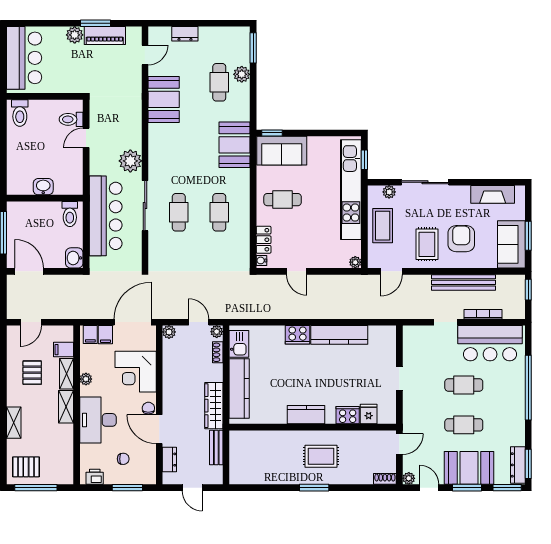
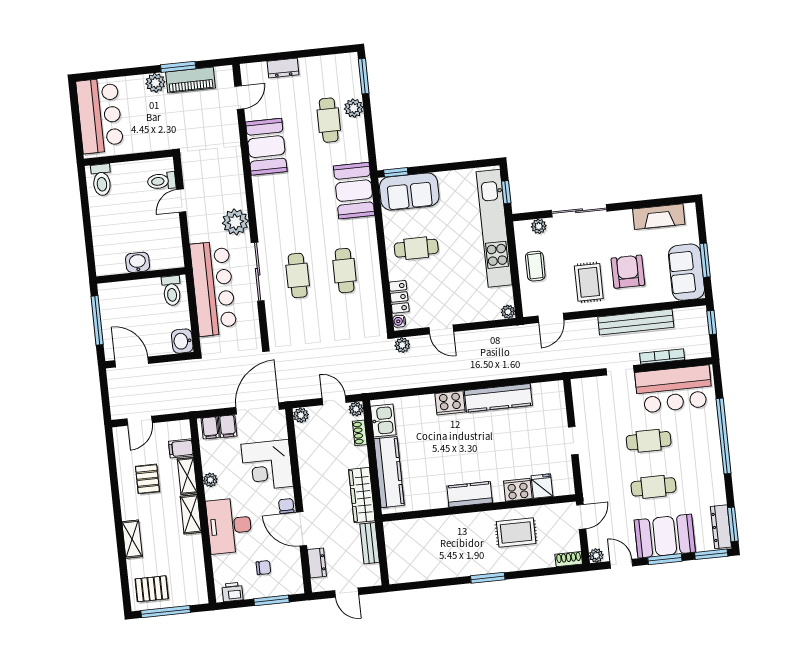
coffee table: (383, 226) -> (535, 266), width x0.73, depth x0.77
plant: (262, 281) -> (402, 345), added
rug: (321, 456) -> (516, 533), moved

